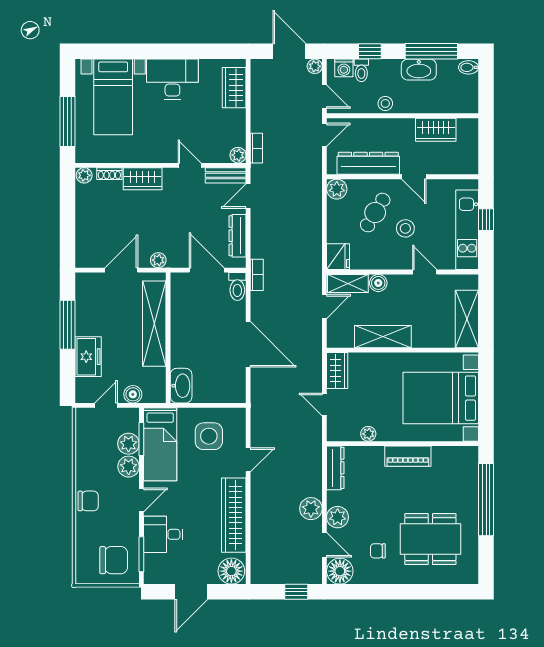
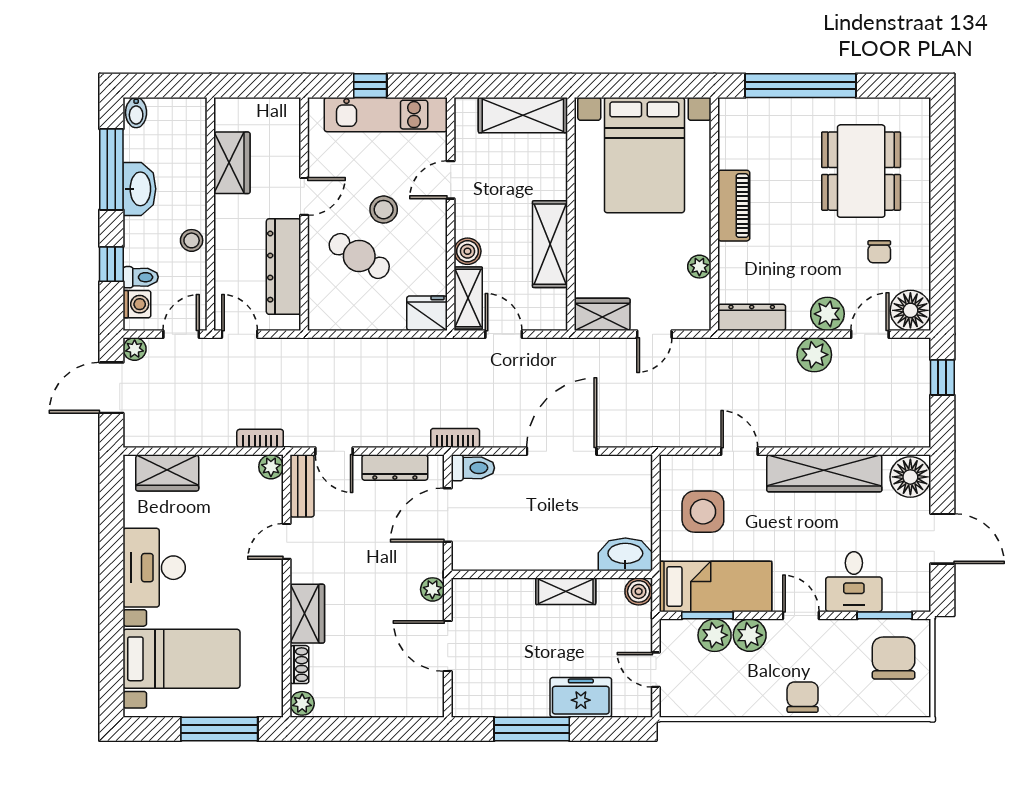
plant: (337, 189) -> (323, 315), removed
shelving: (154, 324) -> (566, 591), width x0.45, depth x0.75
boiler: (133, 394) -> (639, 591), moved

